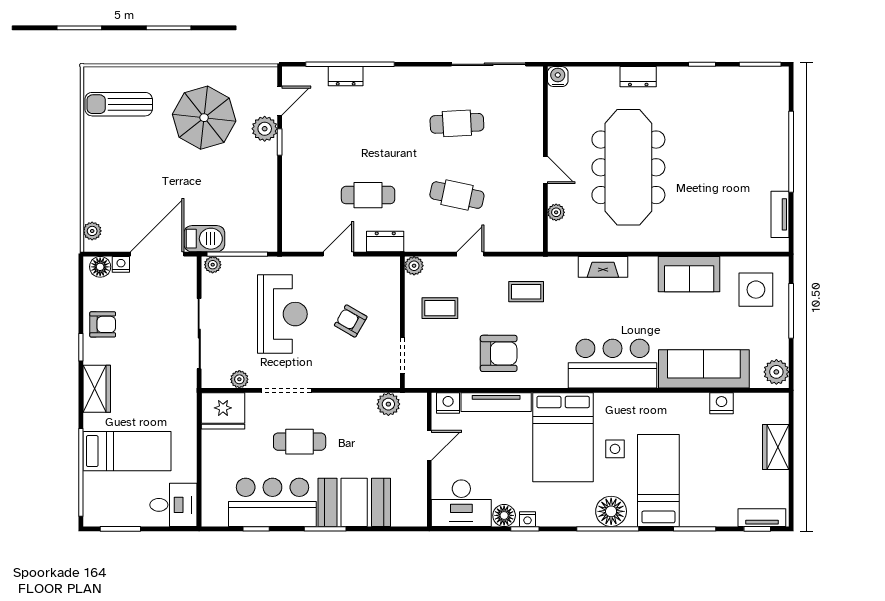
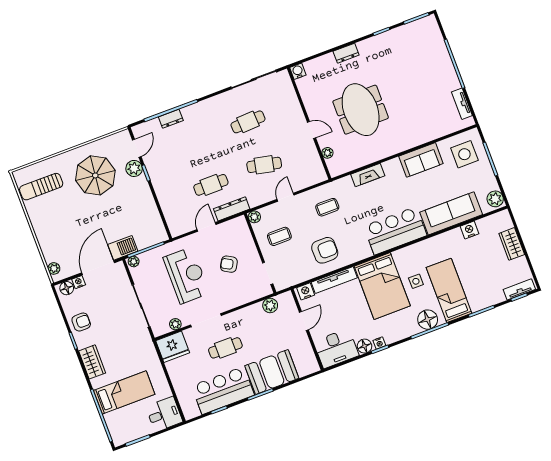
meeting table: (628, 167) -> (361, 110), width x0.73
dresser: (385, 241) -> (232, 209), width x1.44

